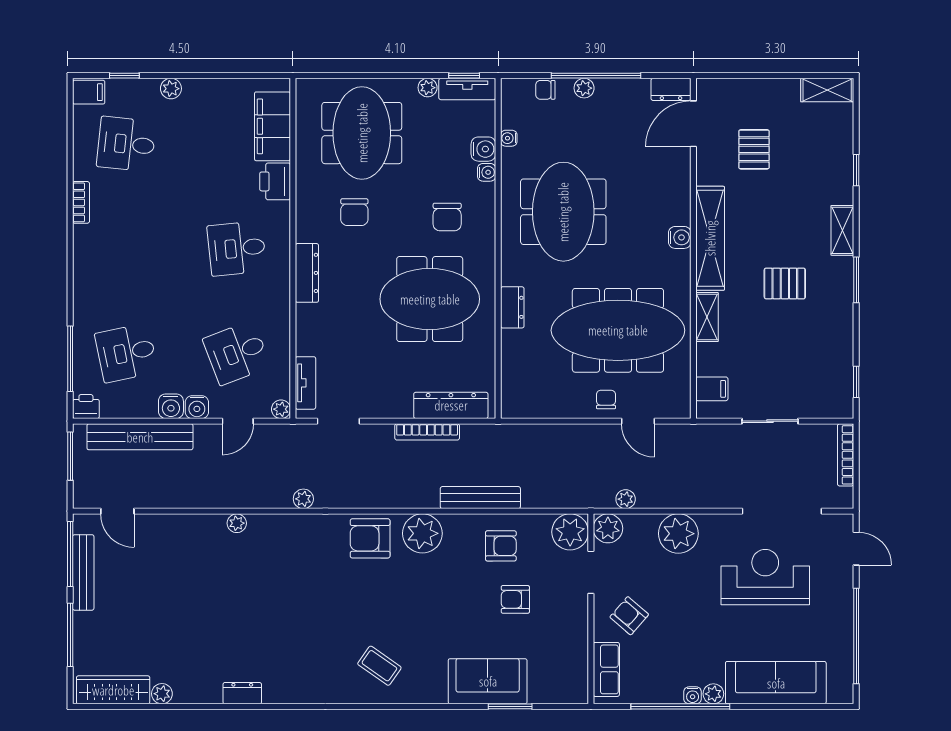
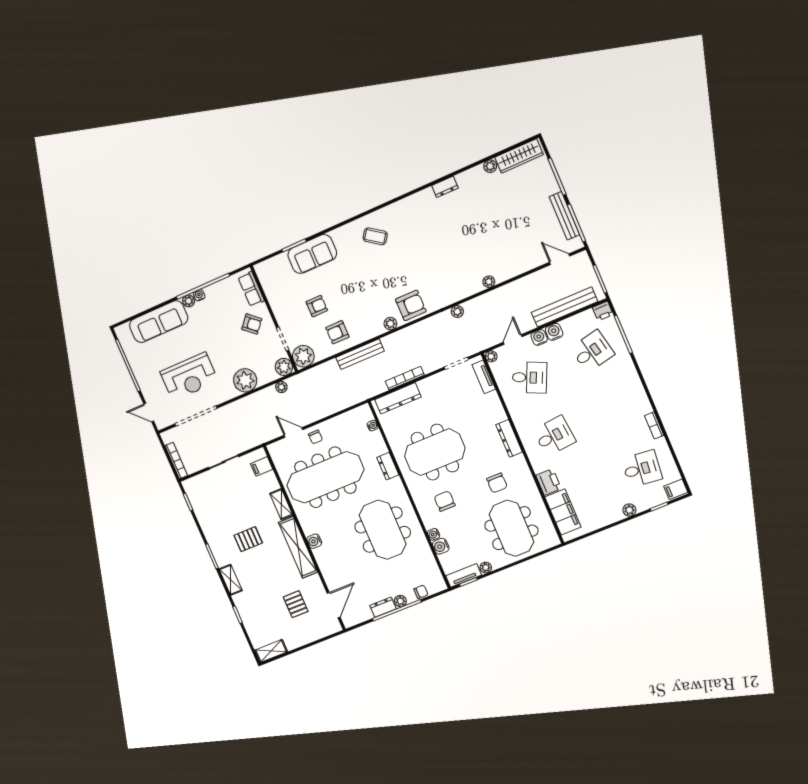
dresser: (671, 89) -> (383, 607), moved
water cooler: (509, 138) -> (373, 426), moved
chair: (354, 212) -> (497, 483), turned 180
desk: (237, 353) -> (530, 378), turned 45
plant: (422, 533) -> (390, 324), width x0.53, depth x0.53

